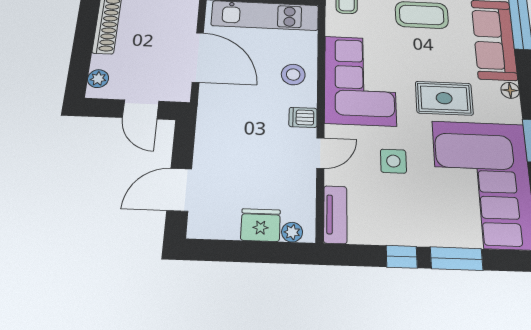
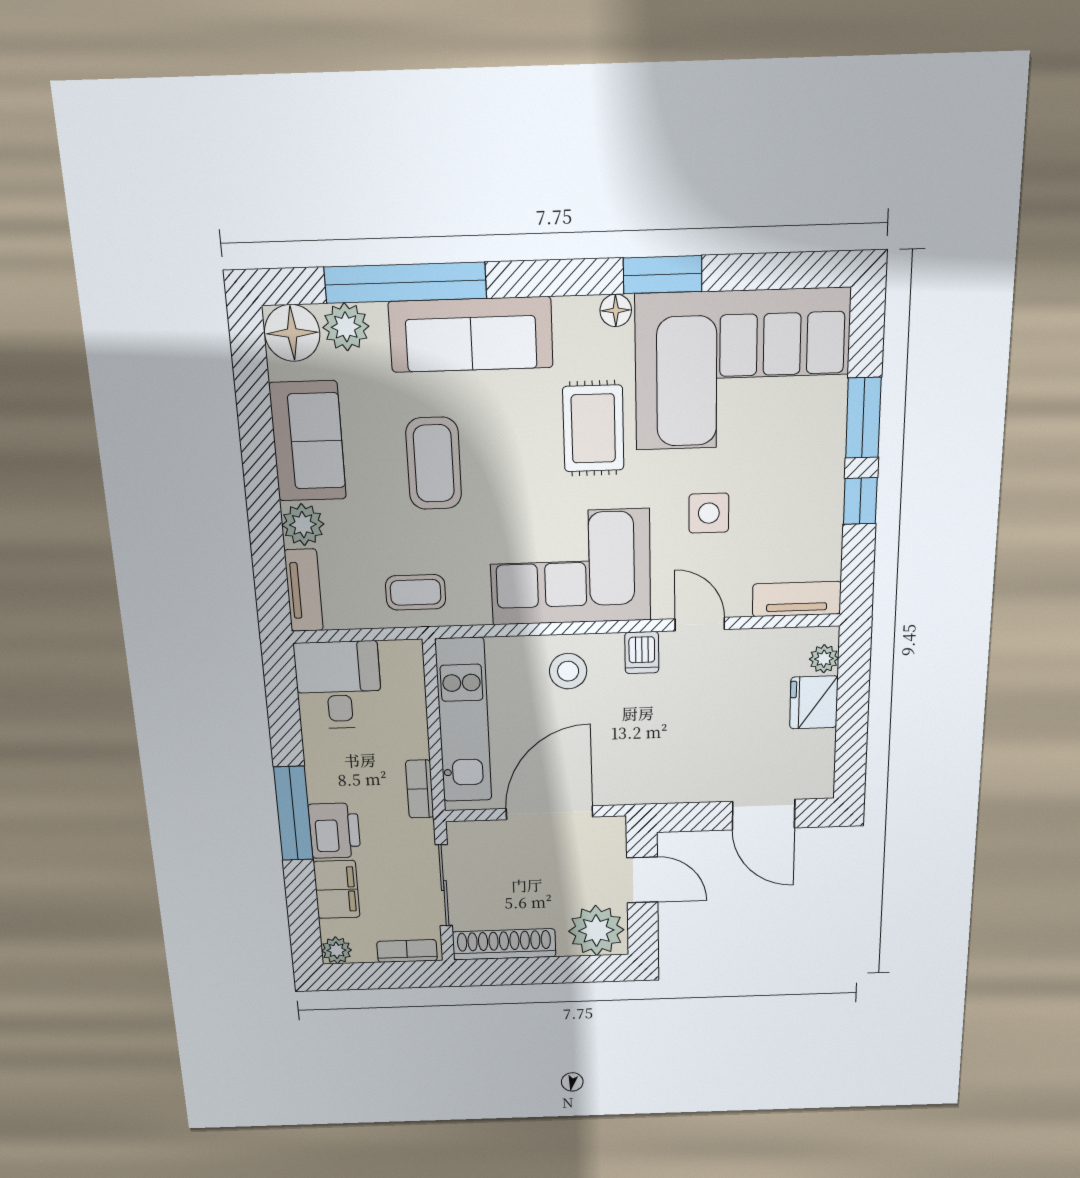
plant: (98, 79) -> (596, 930), width x1.87, depth x1.87
floor lamp: (510, 90) -> (616, 310), moved
door: (141, 109) -> (642, 880), hinge flipped

